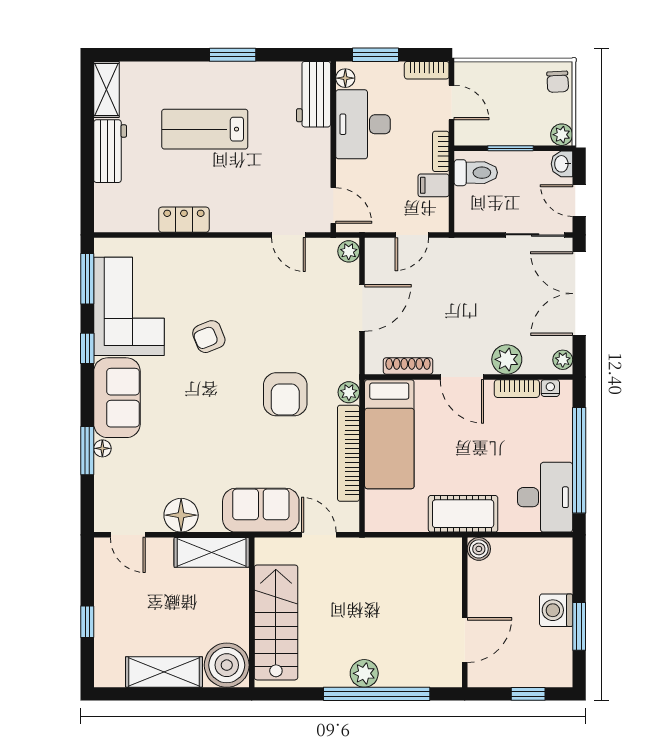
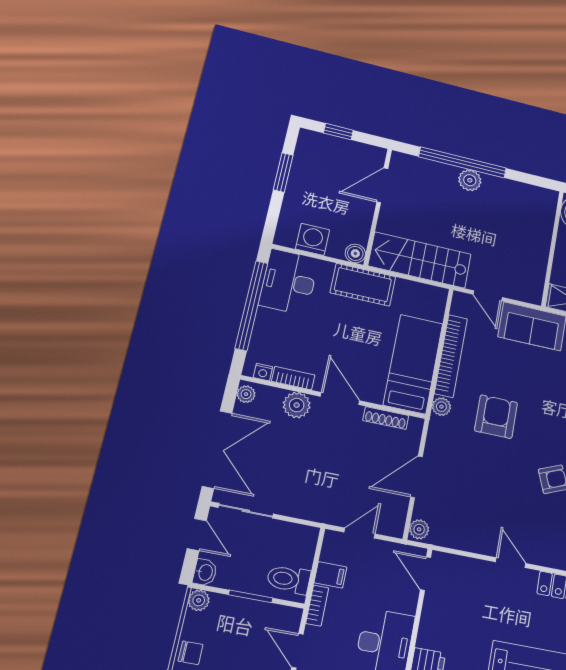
chair: (558, 82) -> (190, 653), turned 93
door: (288, 235) -> (511, 563), moved
washing machine: (556, 610) -> (313, 239), moved, turned -90
stairs: (276, 622) -> (420, 260), moved, turned 90

